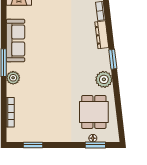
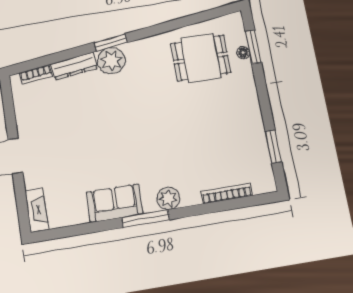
sofa: (16, 40) -> (115, 203), width x0.73
plant: (104, 79) -> (111, 61), moved

